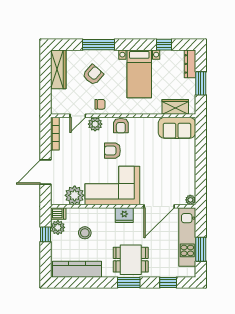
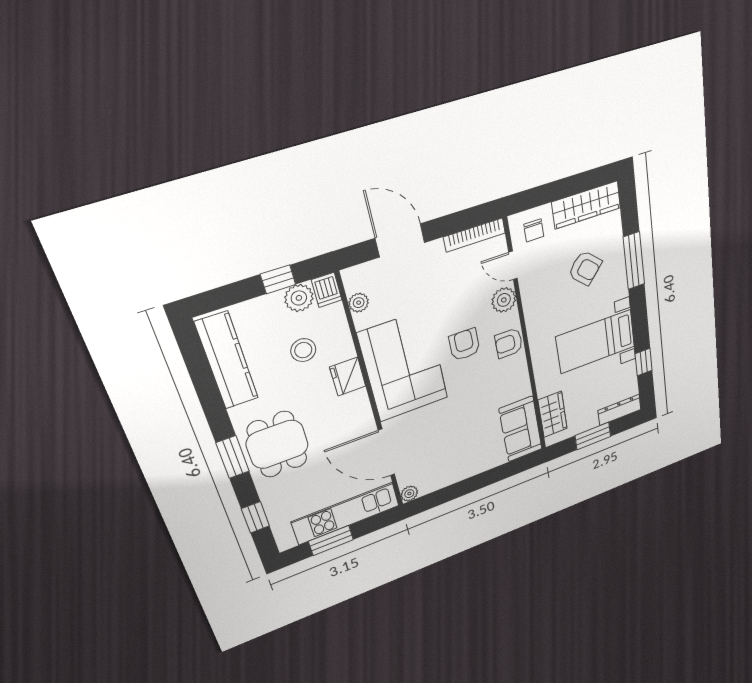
chair: (100, 104) -> (534, 230), moved
plant: (75, 195) -> (359, 303), width x0.53, depth x0.53
fridge: (124, 215) -> (348, 377), moved

